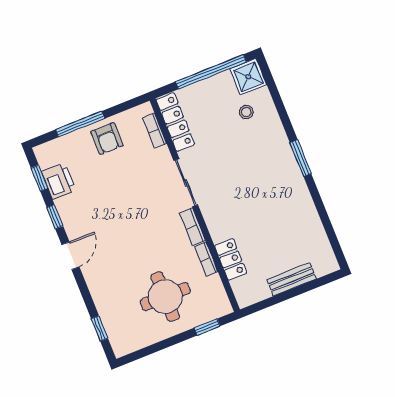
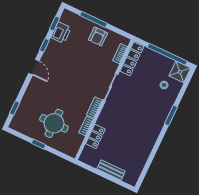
window: (301, 158) -> (171, 115), moved
door: (70, 256) -> (34, 67), hinge flipped
window: (207, 327) -> (38, 144), moved

